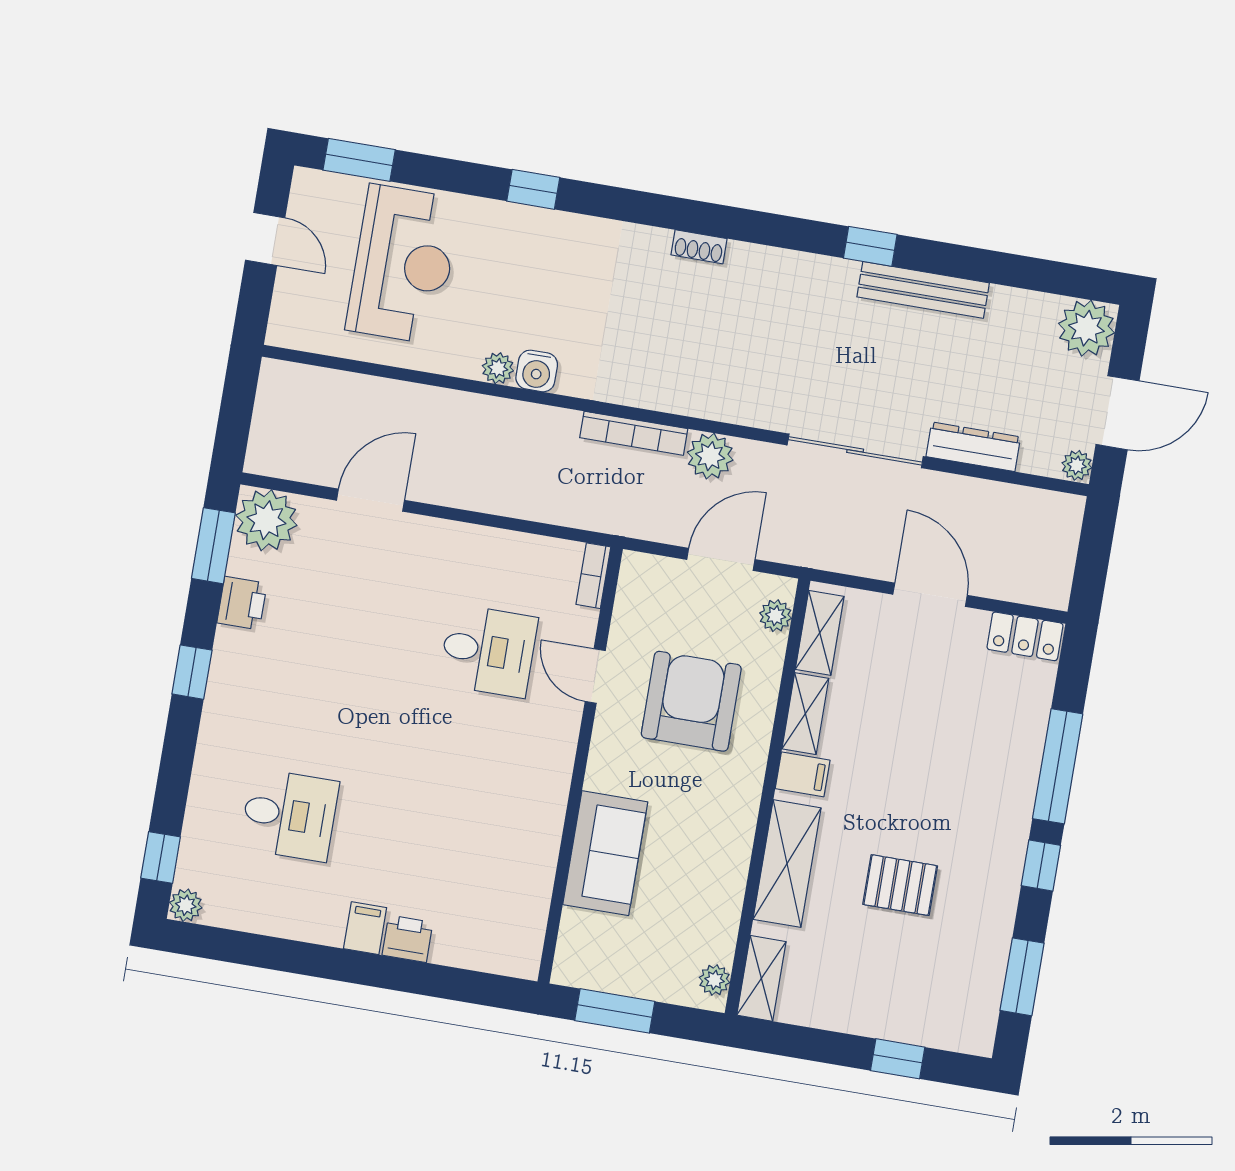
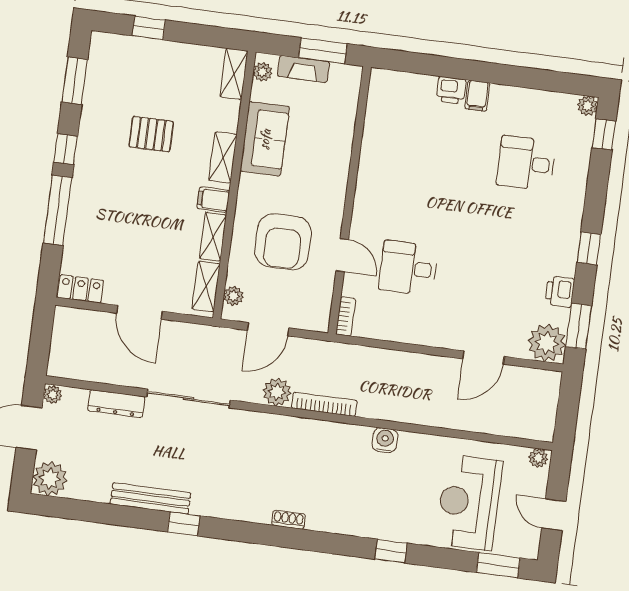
plant: (498, 368) -> (538, 458), moved
sofa: (605, 853) -> (265, 139), moved, turned 180
shelving: (787, 864) -> (223, 157), width x0.67, depth x0.75
fireplace: (647, 982) -> (303, 69), added

